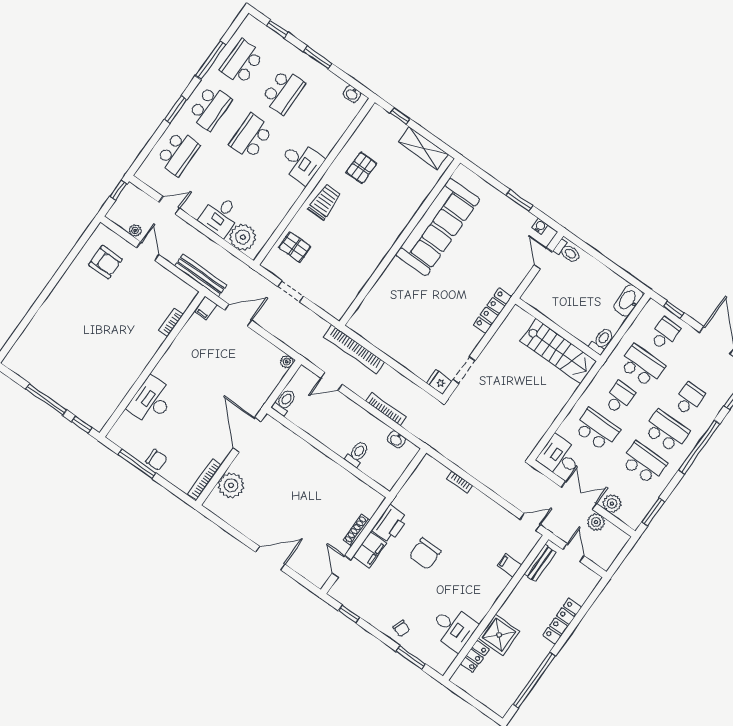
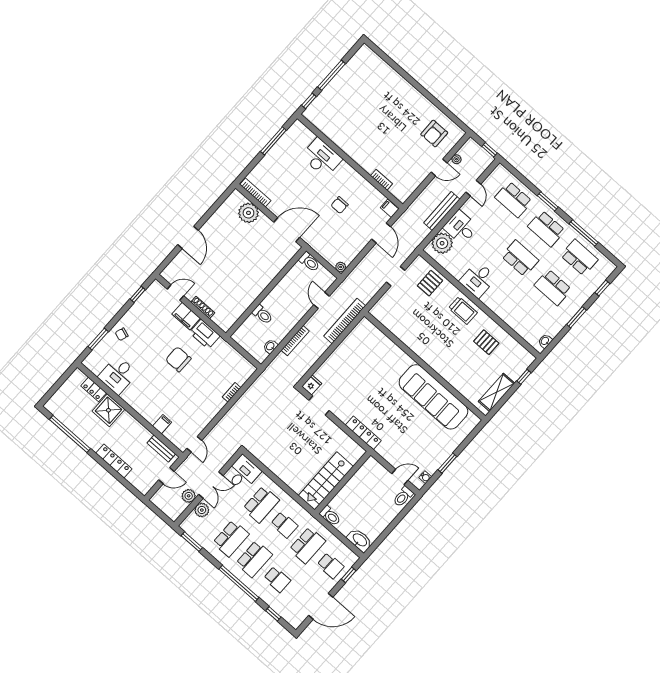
desk: (301, 162) -> (478, 279), moved
bench: (201, 275) -> (442, 211), moved
chair: (156, 460) -> (340, 205), moved

